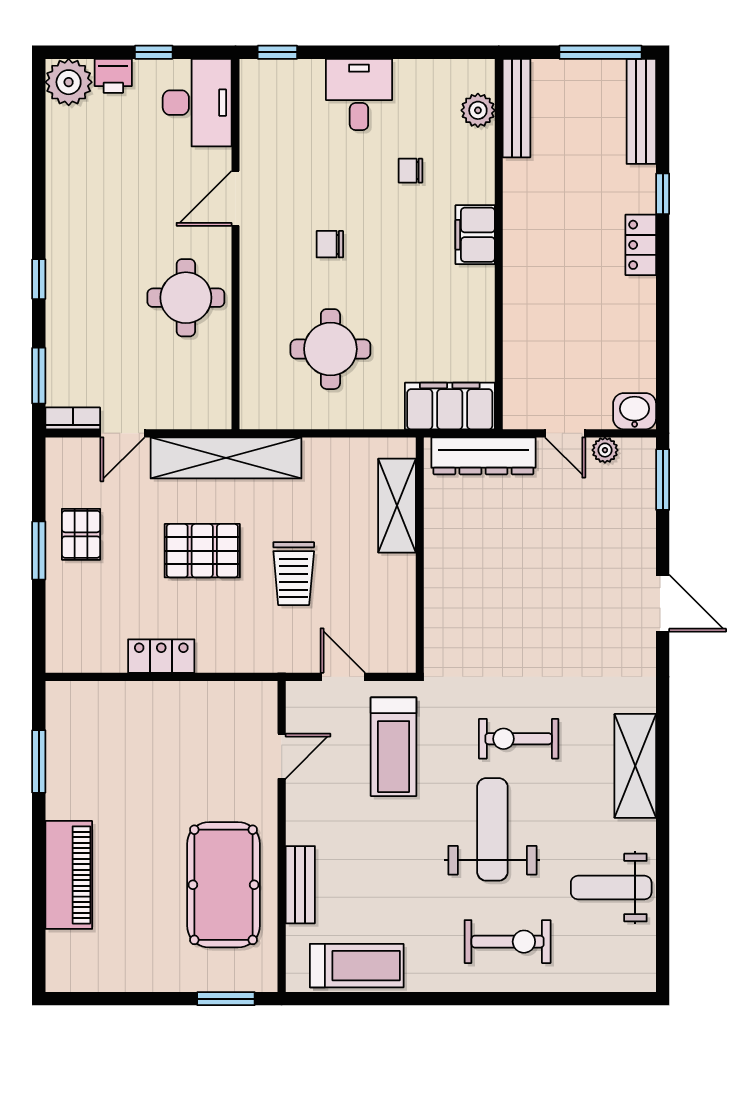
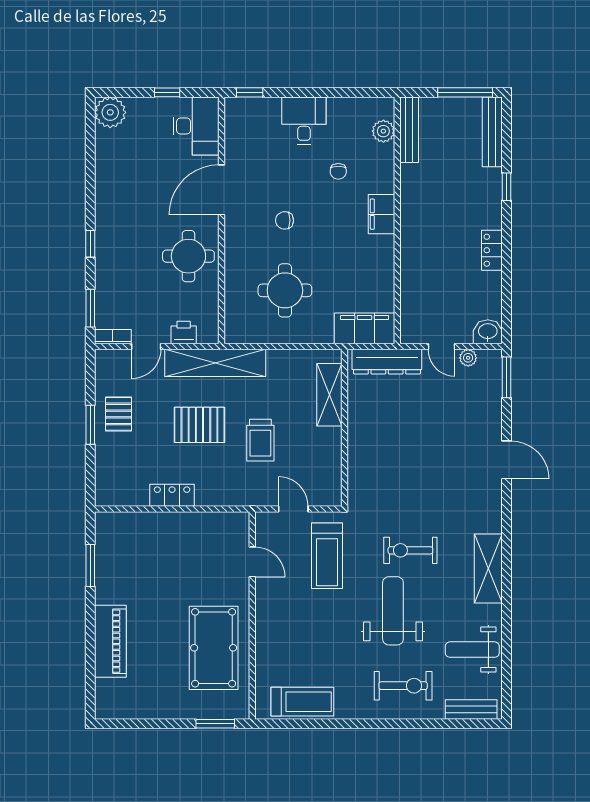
printer: (113, 76) -> (184, 333), moved, turned 180
chair: (410, 171) -> (338, 171), turned -90
door: (235, 198) -> (222, 190), width x1.36
locker: (641, 245) -> (492, 250), moved
door: (282, 756) -> (252, 562), hinge flipped
bench: (300, 885) -> (471, 710), moved, turned 90

